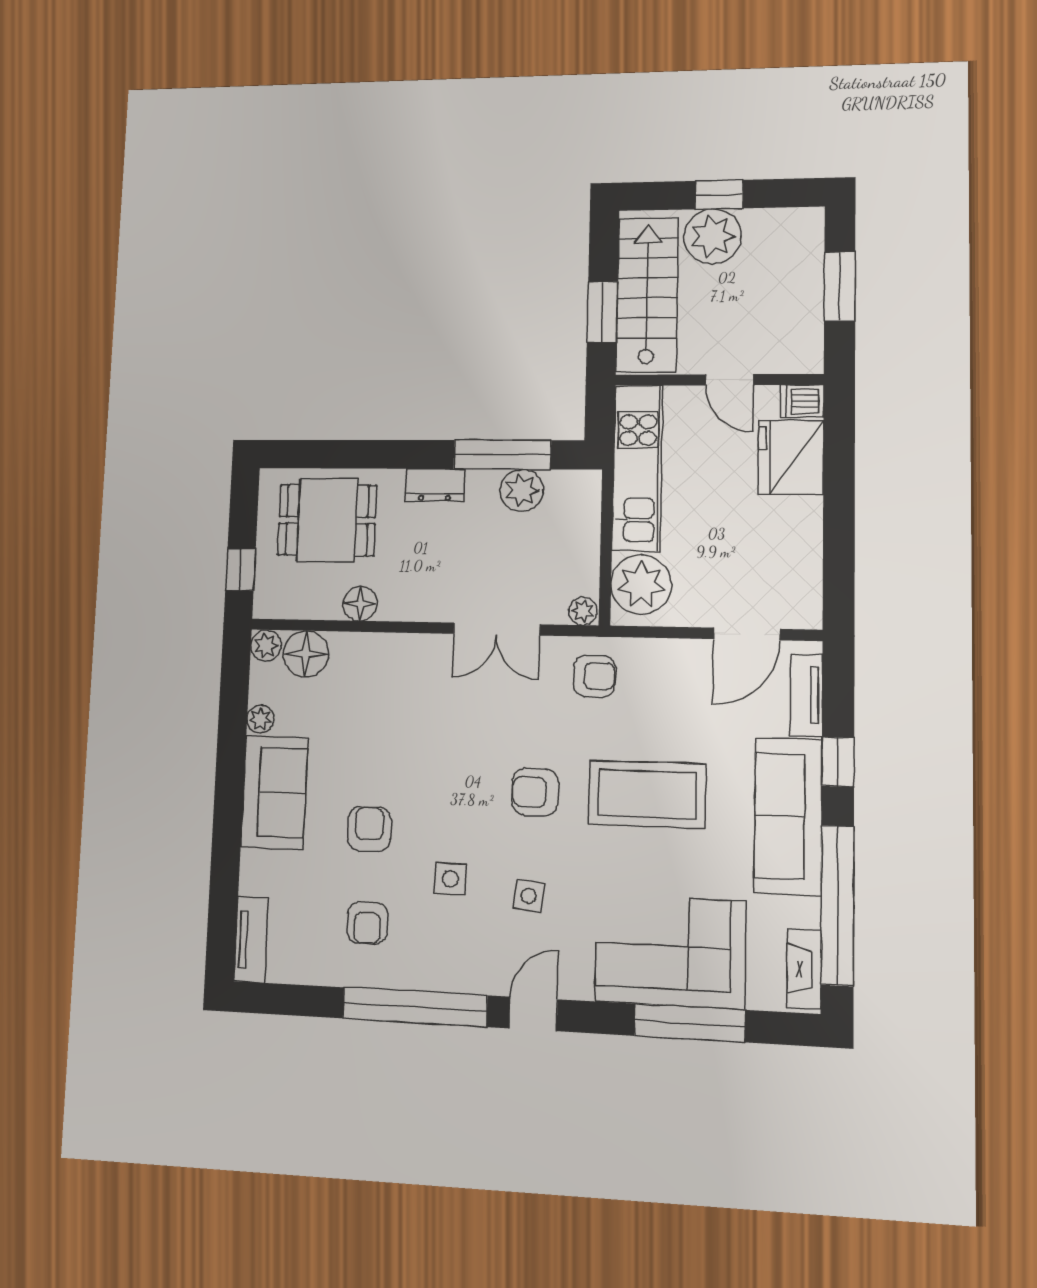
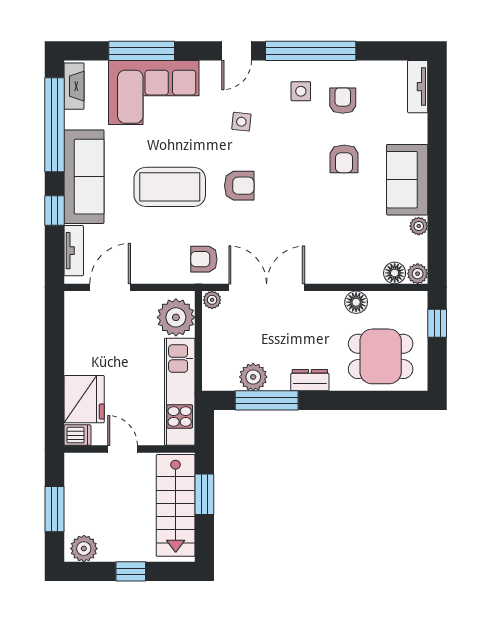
plant: (713, 236) -> (84, 549), moved, width x0.73, depth x0.73
double door: (497, 629) -> (267, 287), width x1.37
floor lamp: (306, 654) -> (395, 273), width x0.73, depth x0.73
side table: (450, 879) -> (301, 91), moved

